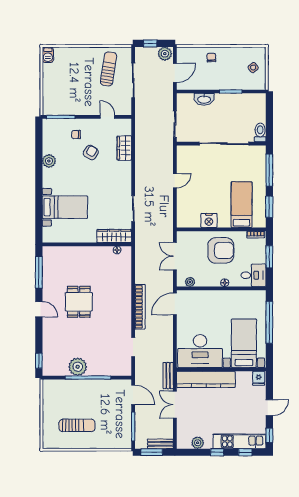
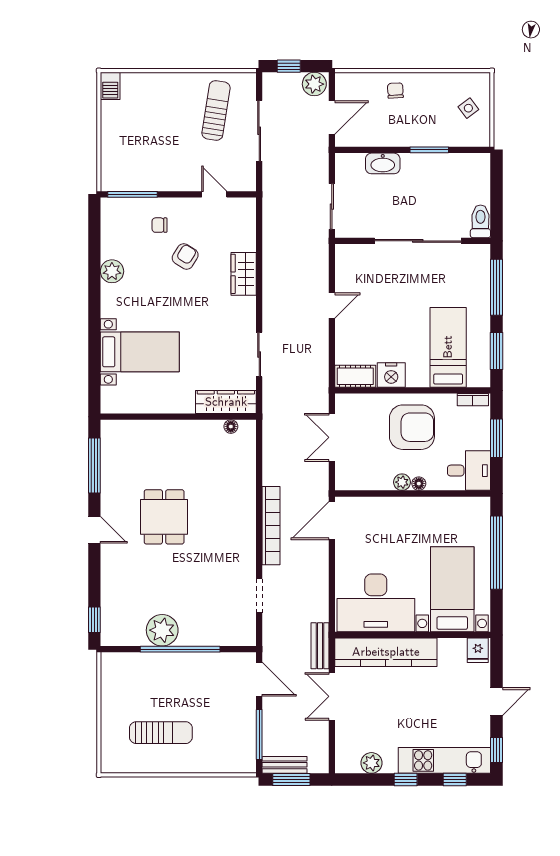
wardrobe: (124, 148) -> (244, 274), moved
cot: (188, 221) -> (355, 376), added
plant: (190, 282) -> (402, 482), moved
bench: (160, 444) -> (285, 765), moved

